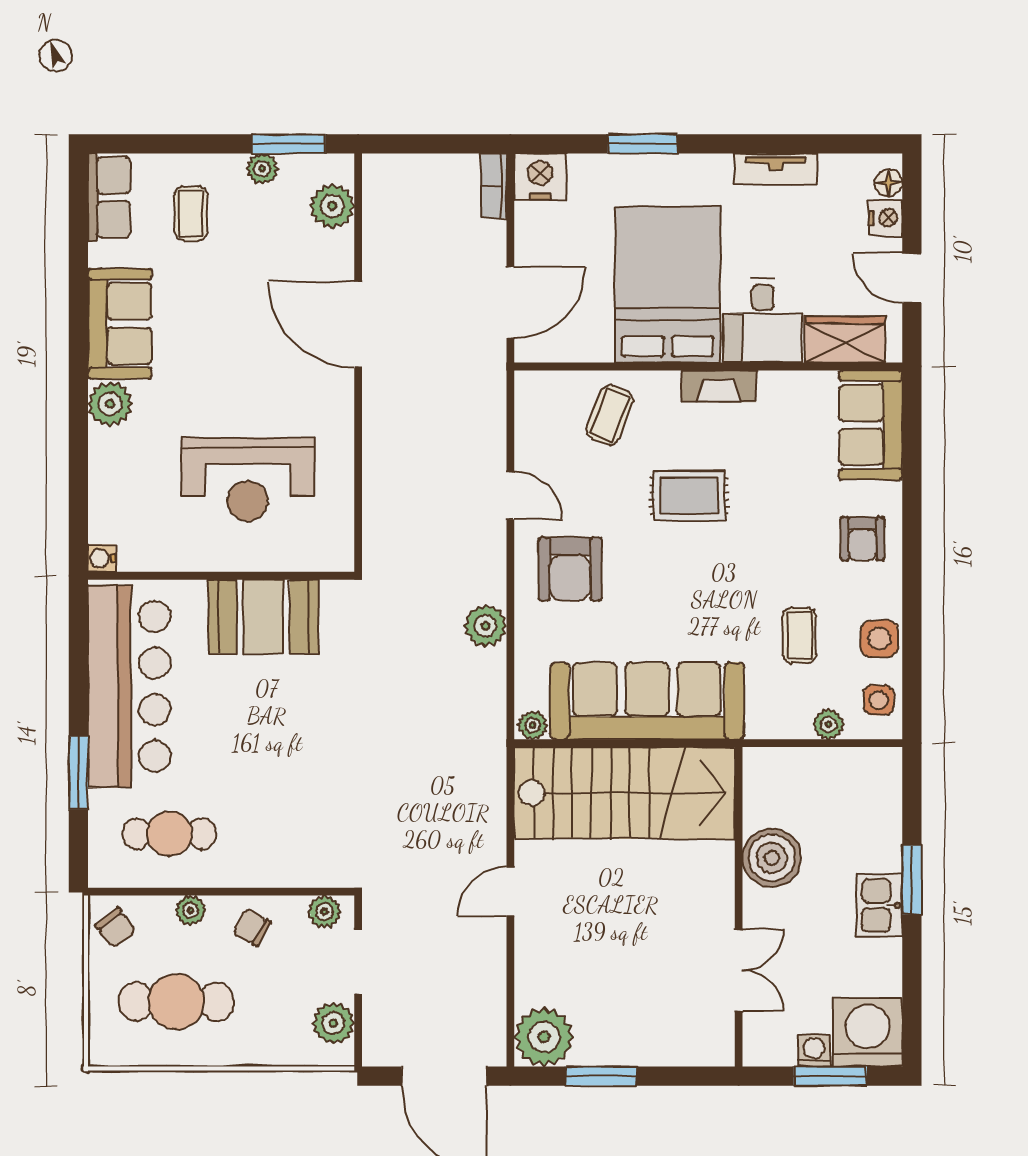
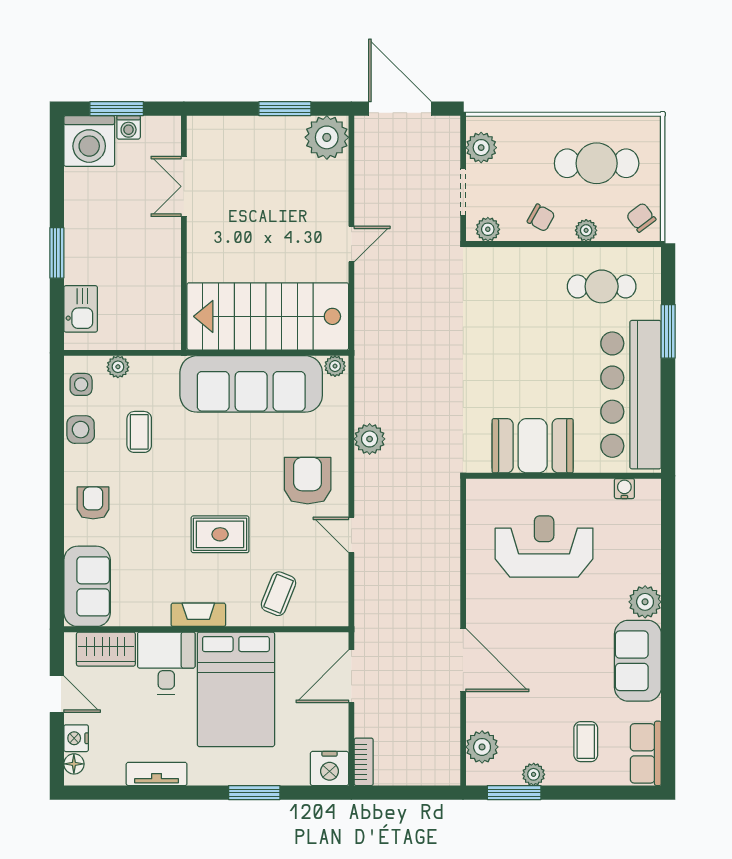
water cooler: (102, 558) -> (624, 489), moved, turned -90
boiler: (772, 858) -> (160, 269), removed
kitchen sink: (879, 905) -> (81, 309), moved

